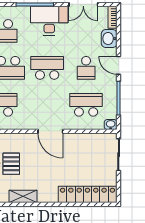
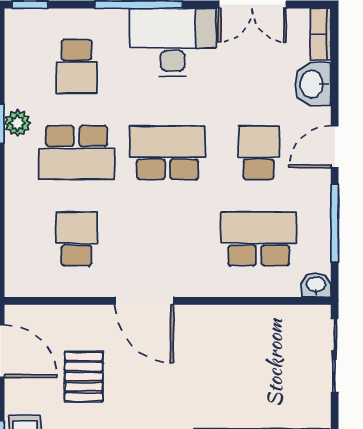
door: (119, 65) -> (335, 147), hinge flipped
school desk: (86, 68) -> (259, 153), turned 180
door: (50, 131) -> (144, 301), moved

